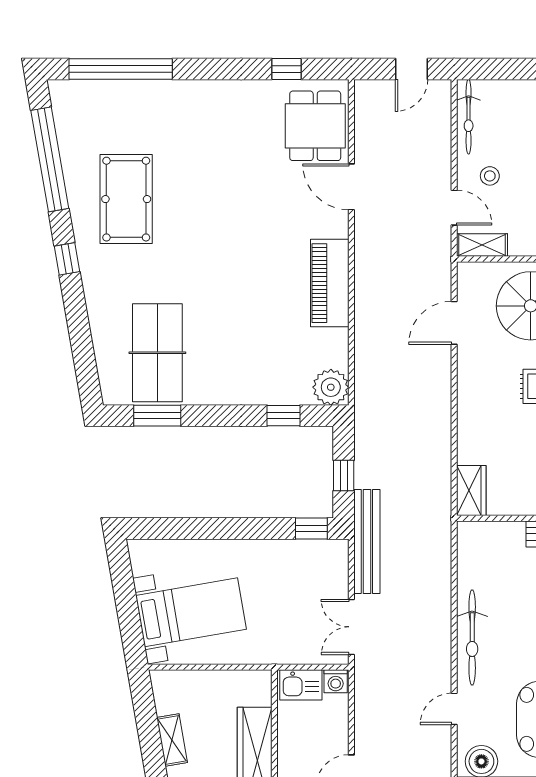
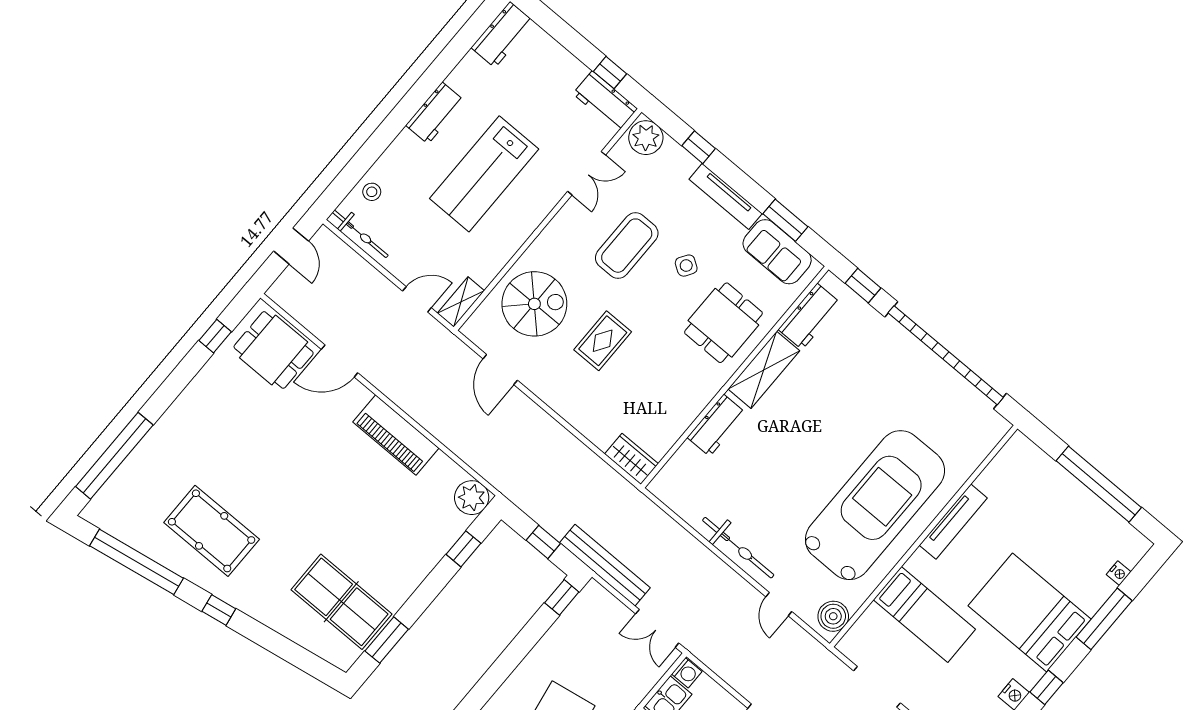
stool: (490, 176) -> (372, 192), moved

